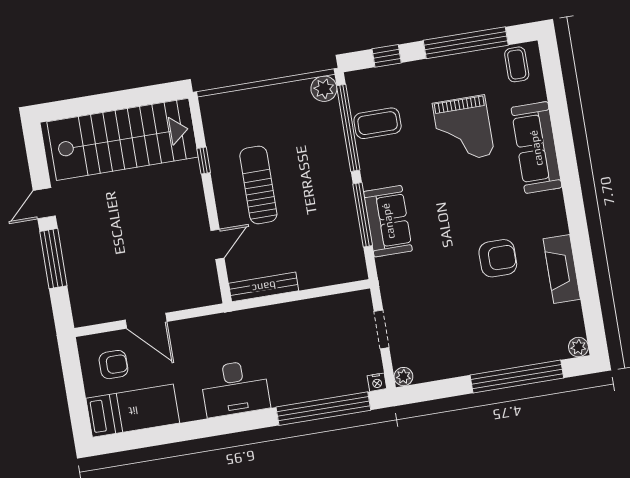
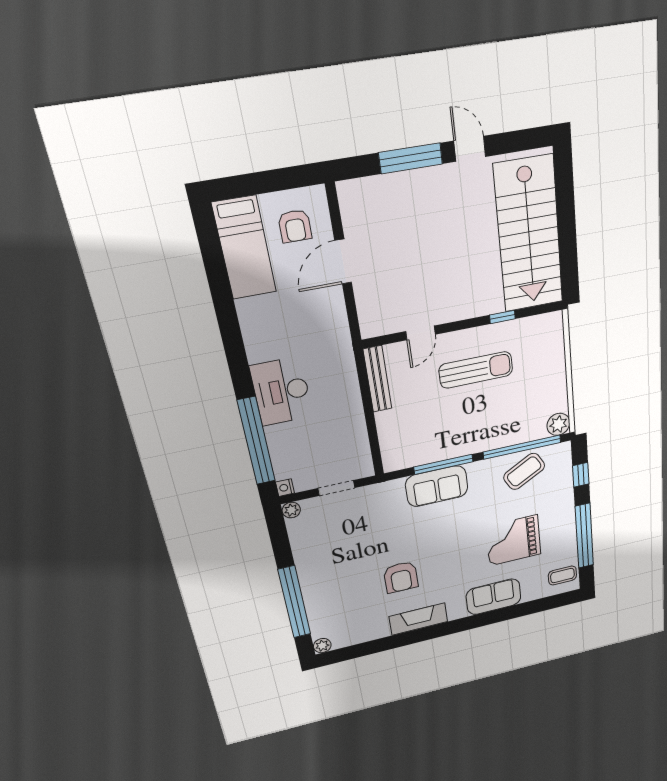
coffee table: (378, 123) -> (524, 471), turned 61
sofa: (536, 148) -> (494, 597), width x0.73
door: (217, 244) -> (421, 333), hinge flipped
fireplace: (562, 269) -> (418, 619), moved
desk: (235, 388) -> (282, 391), moved

